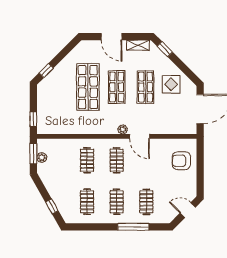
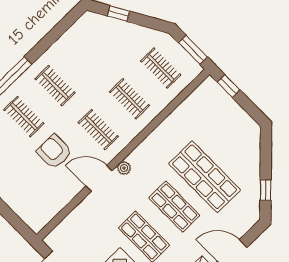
window: (46, 71) -> (266, 190), moved
plant: (42, 158) -> (180, 54), removed
armchair: (181, 161) -> (54, 152), moved, turned -90
clothes rail: (87, 202) -> (161, 68), moved

